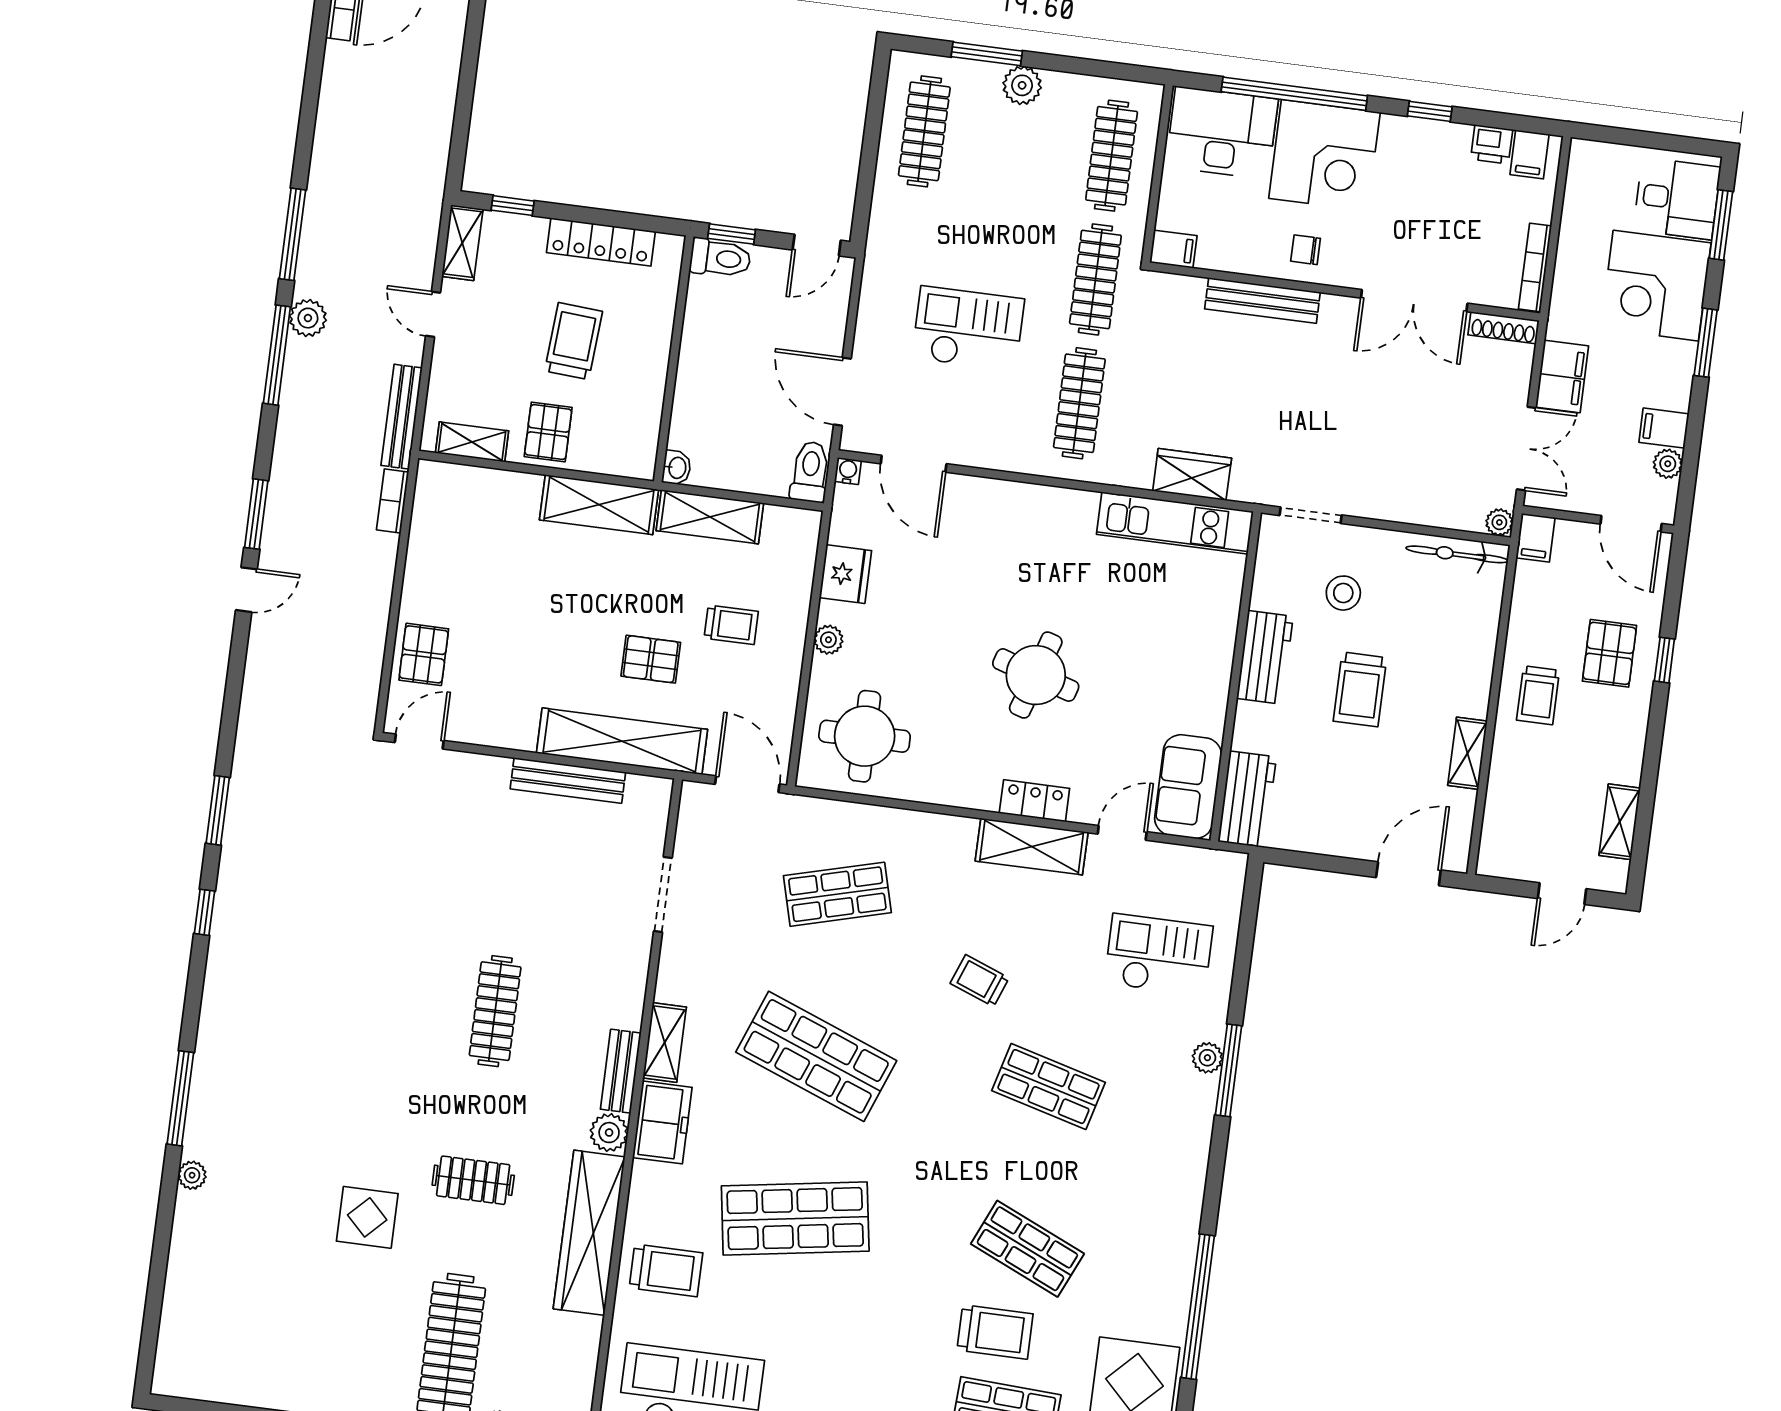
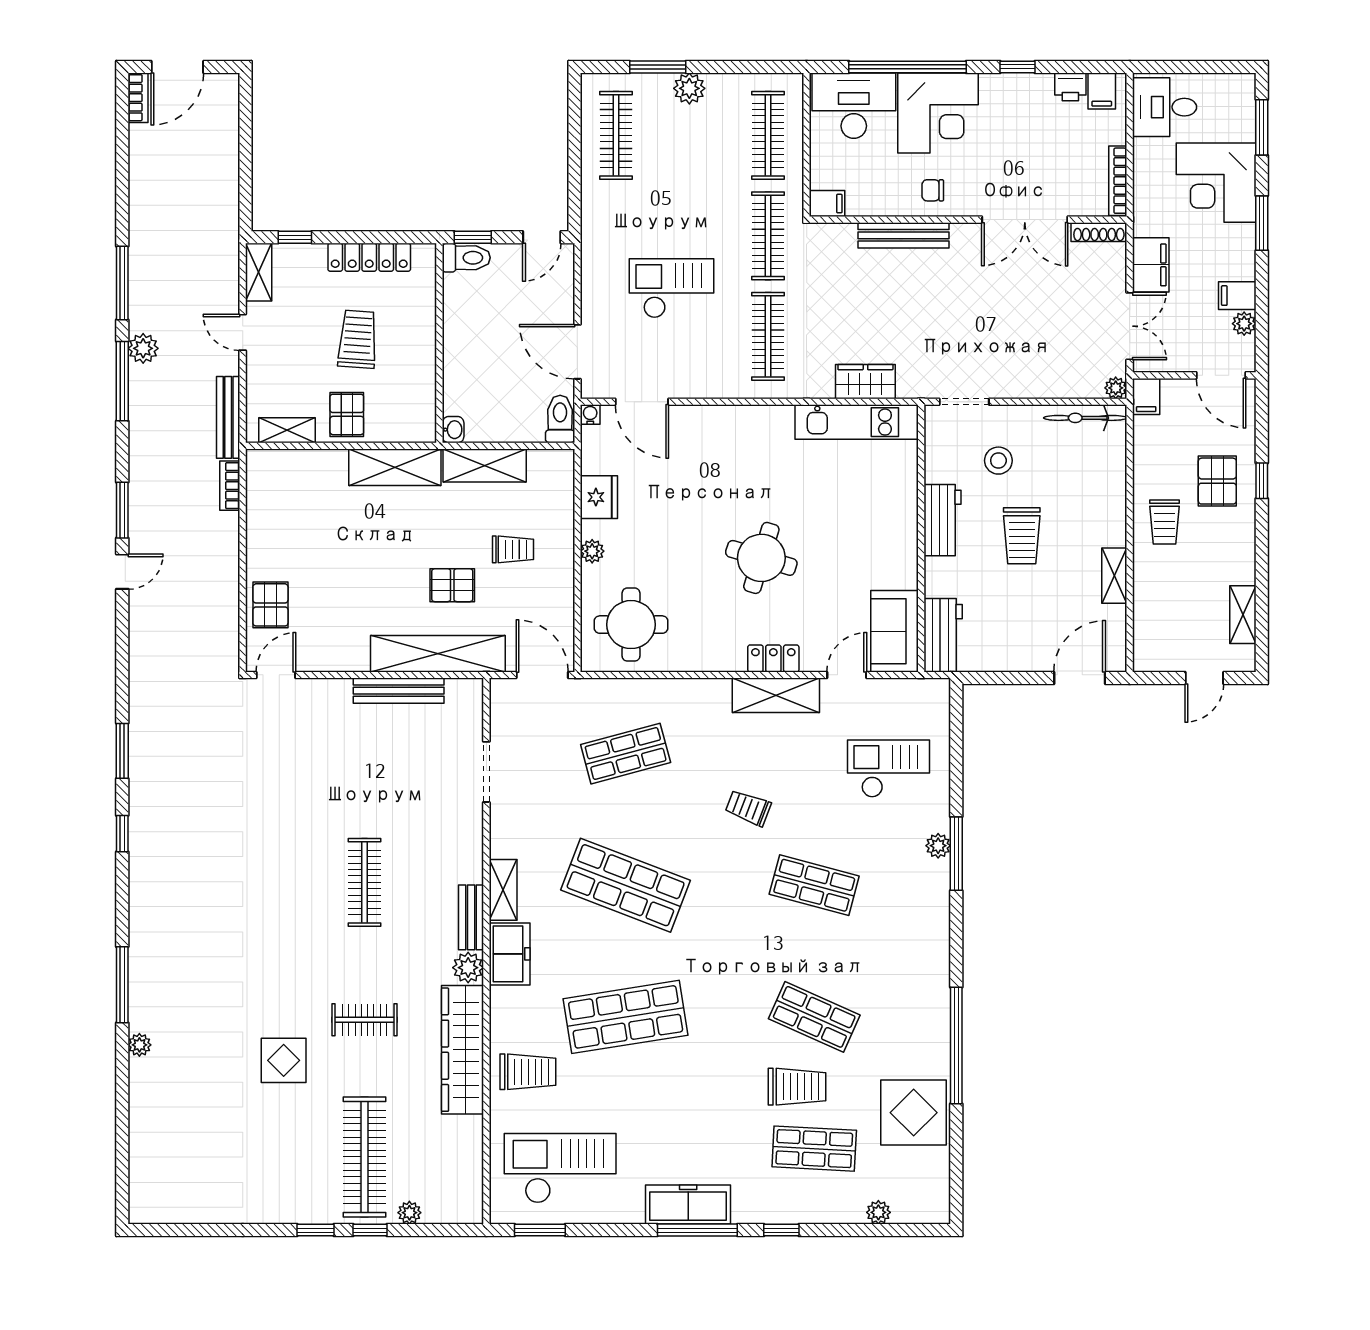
desk: (1677, 198) -> (1165, 107), moved, turned 180

